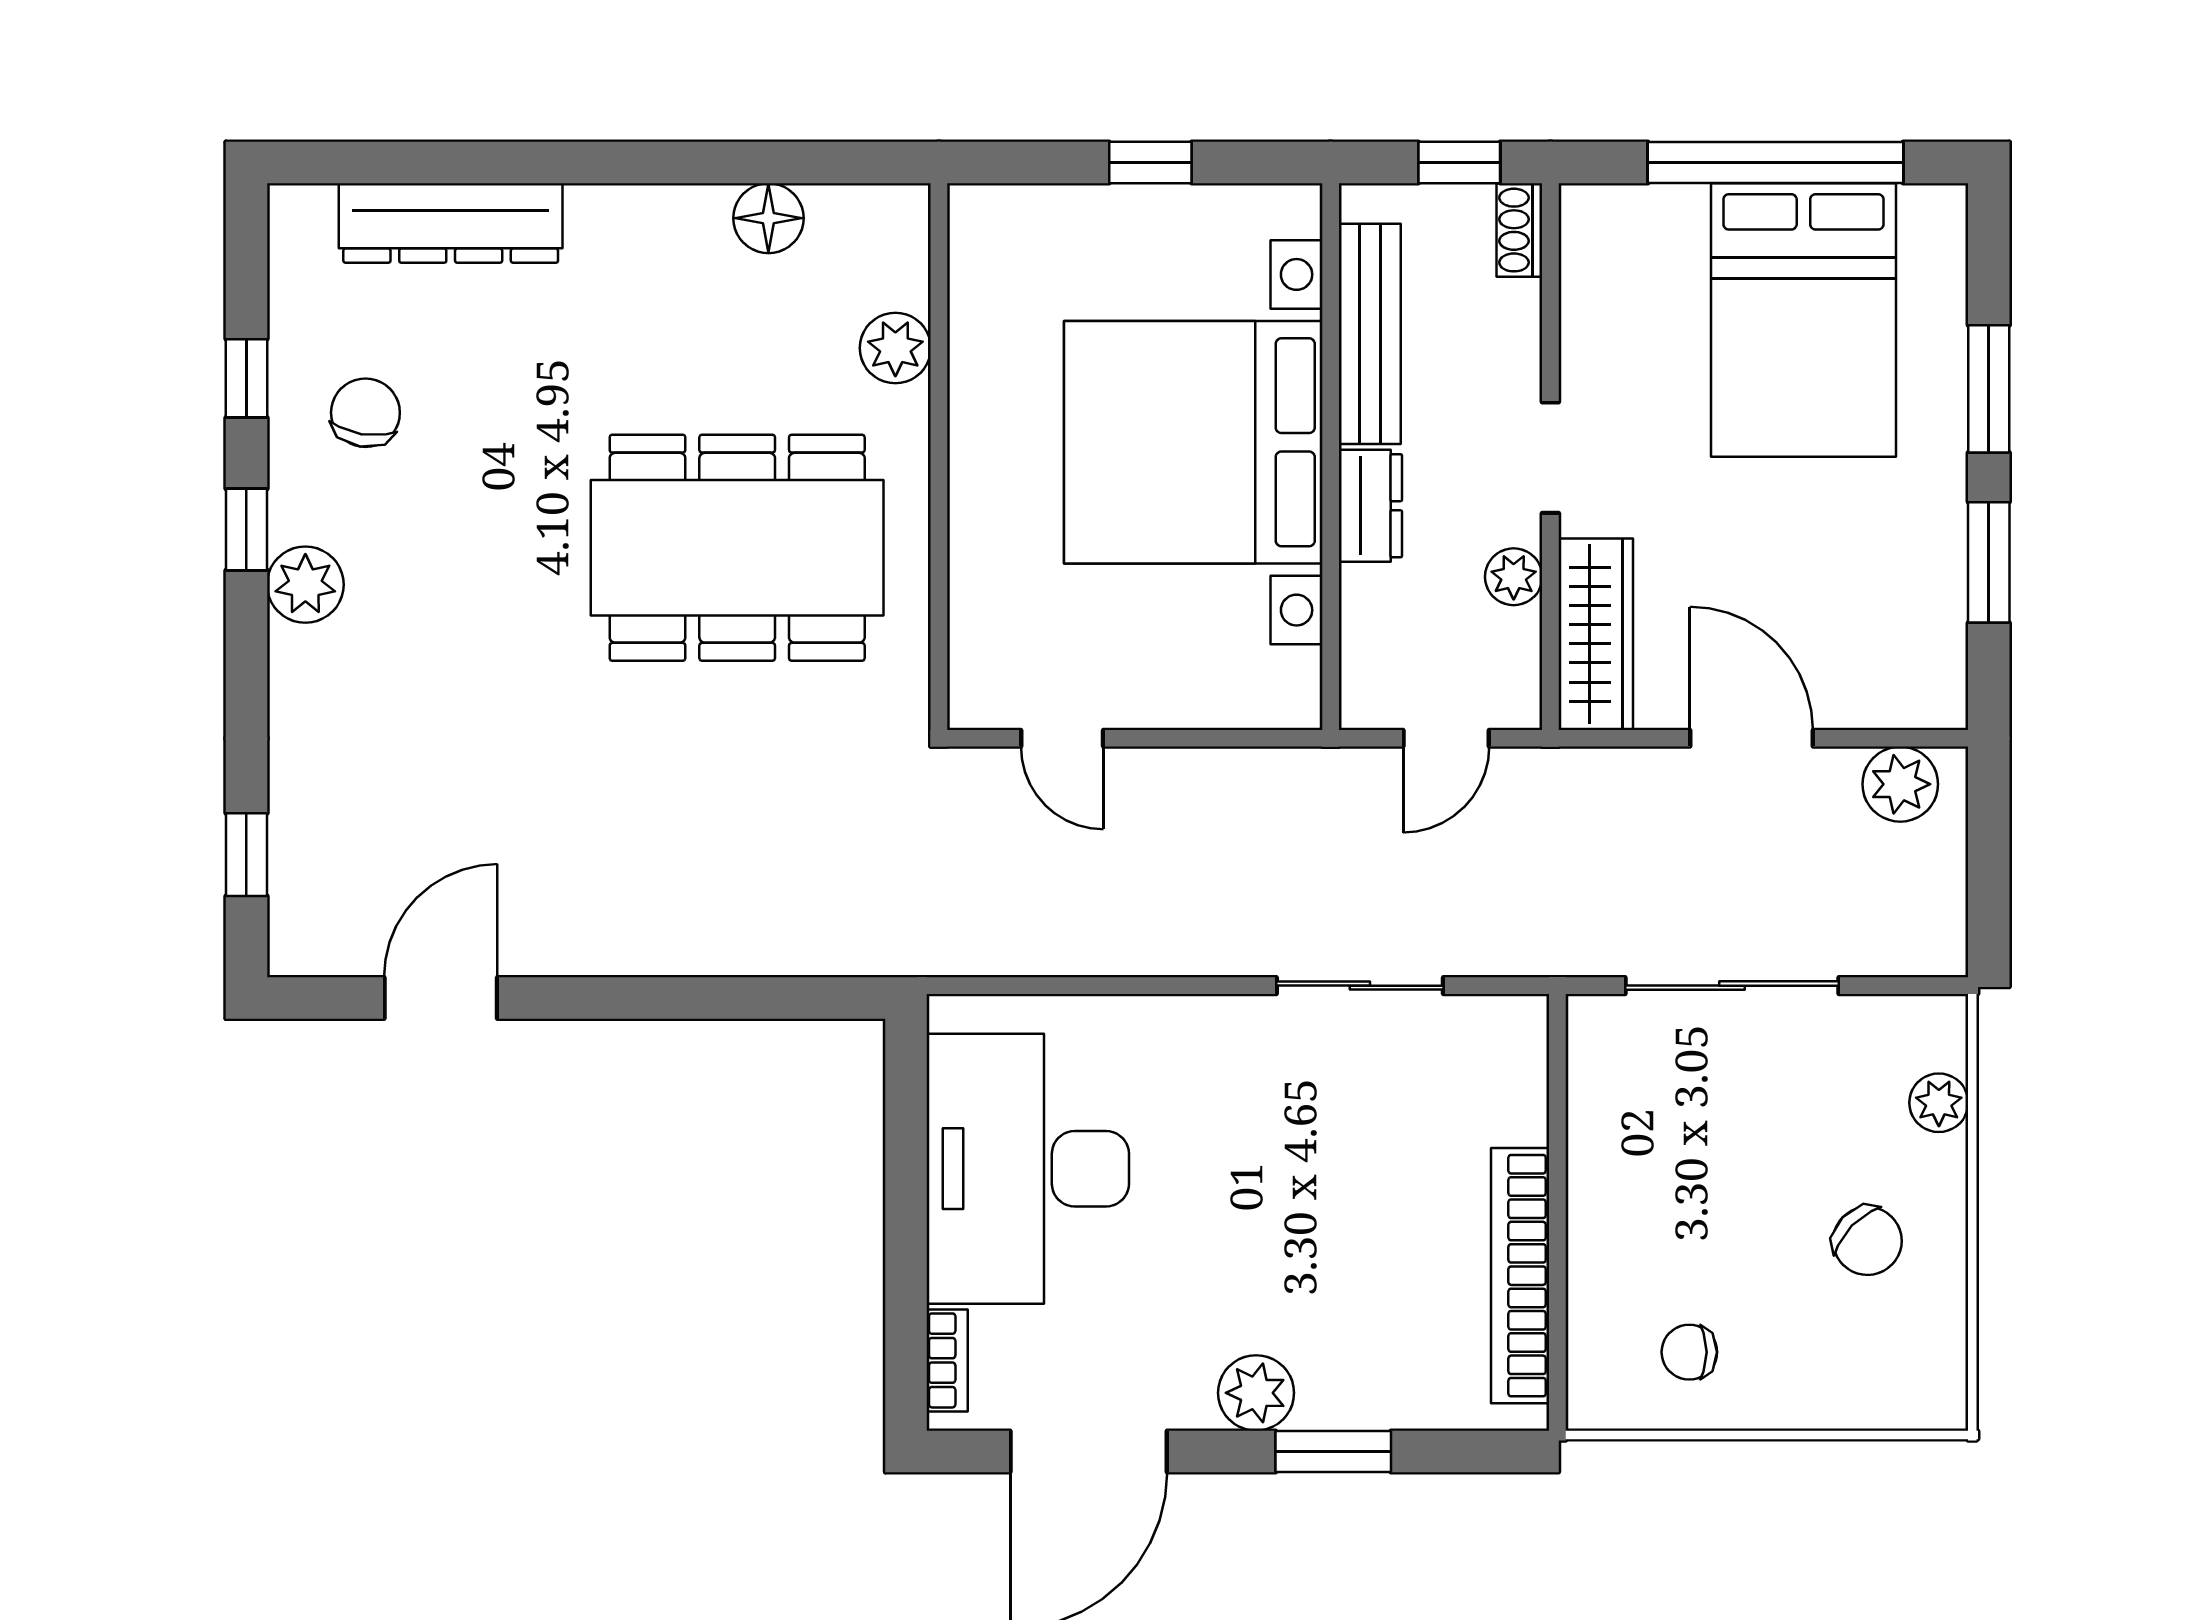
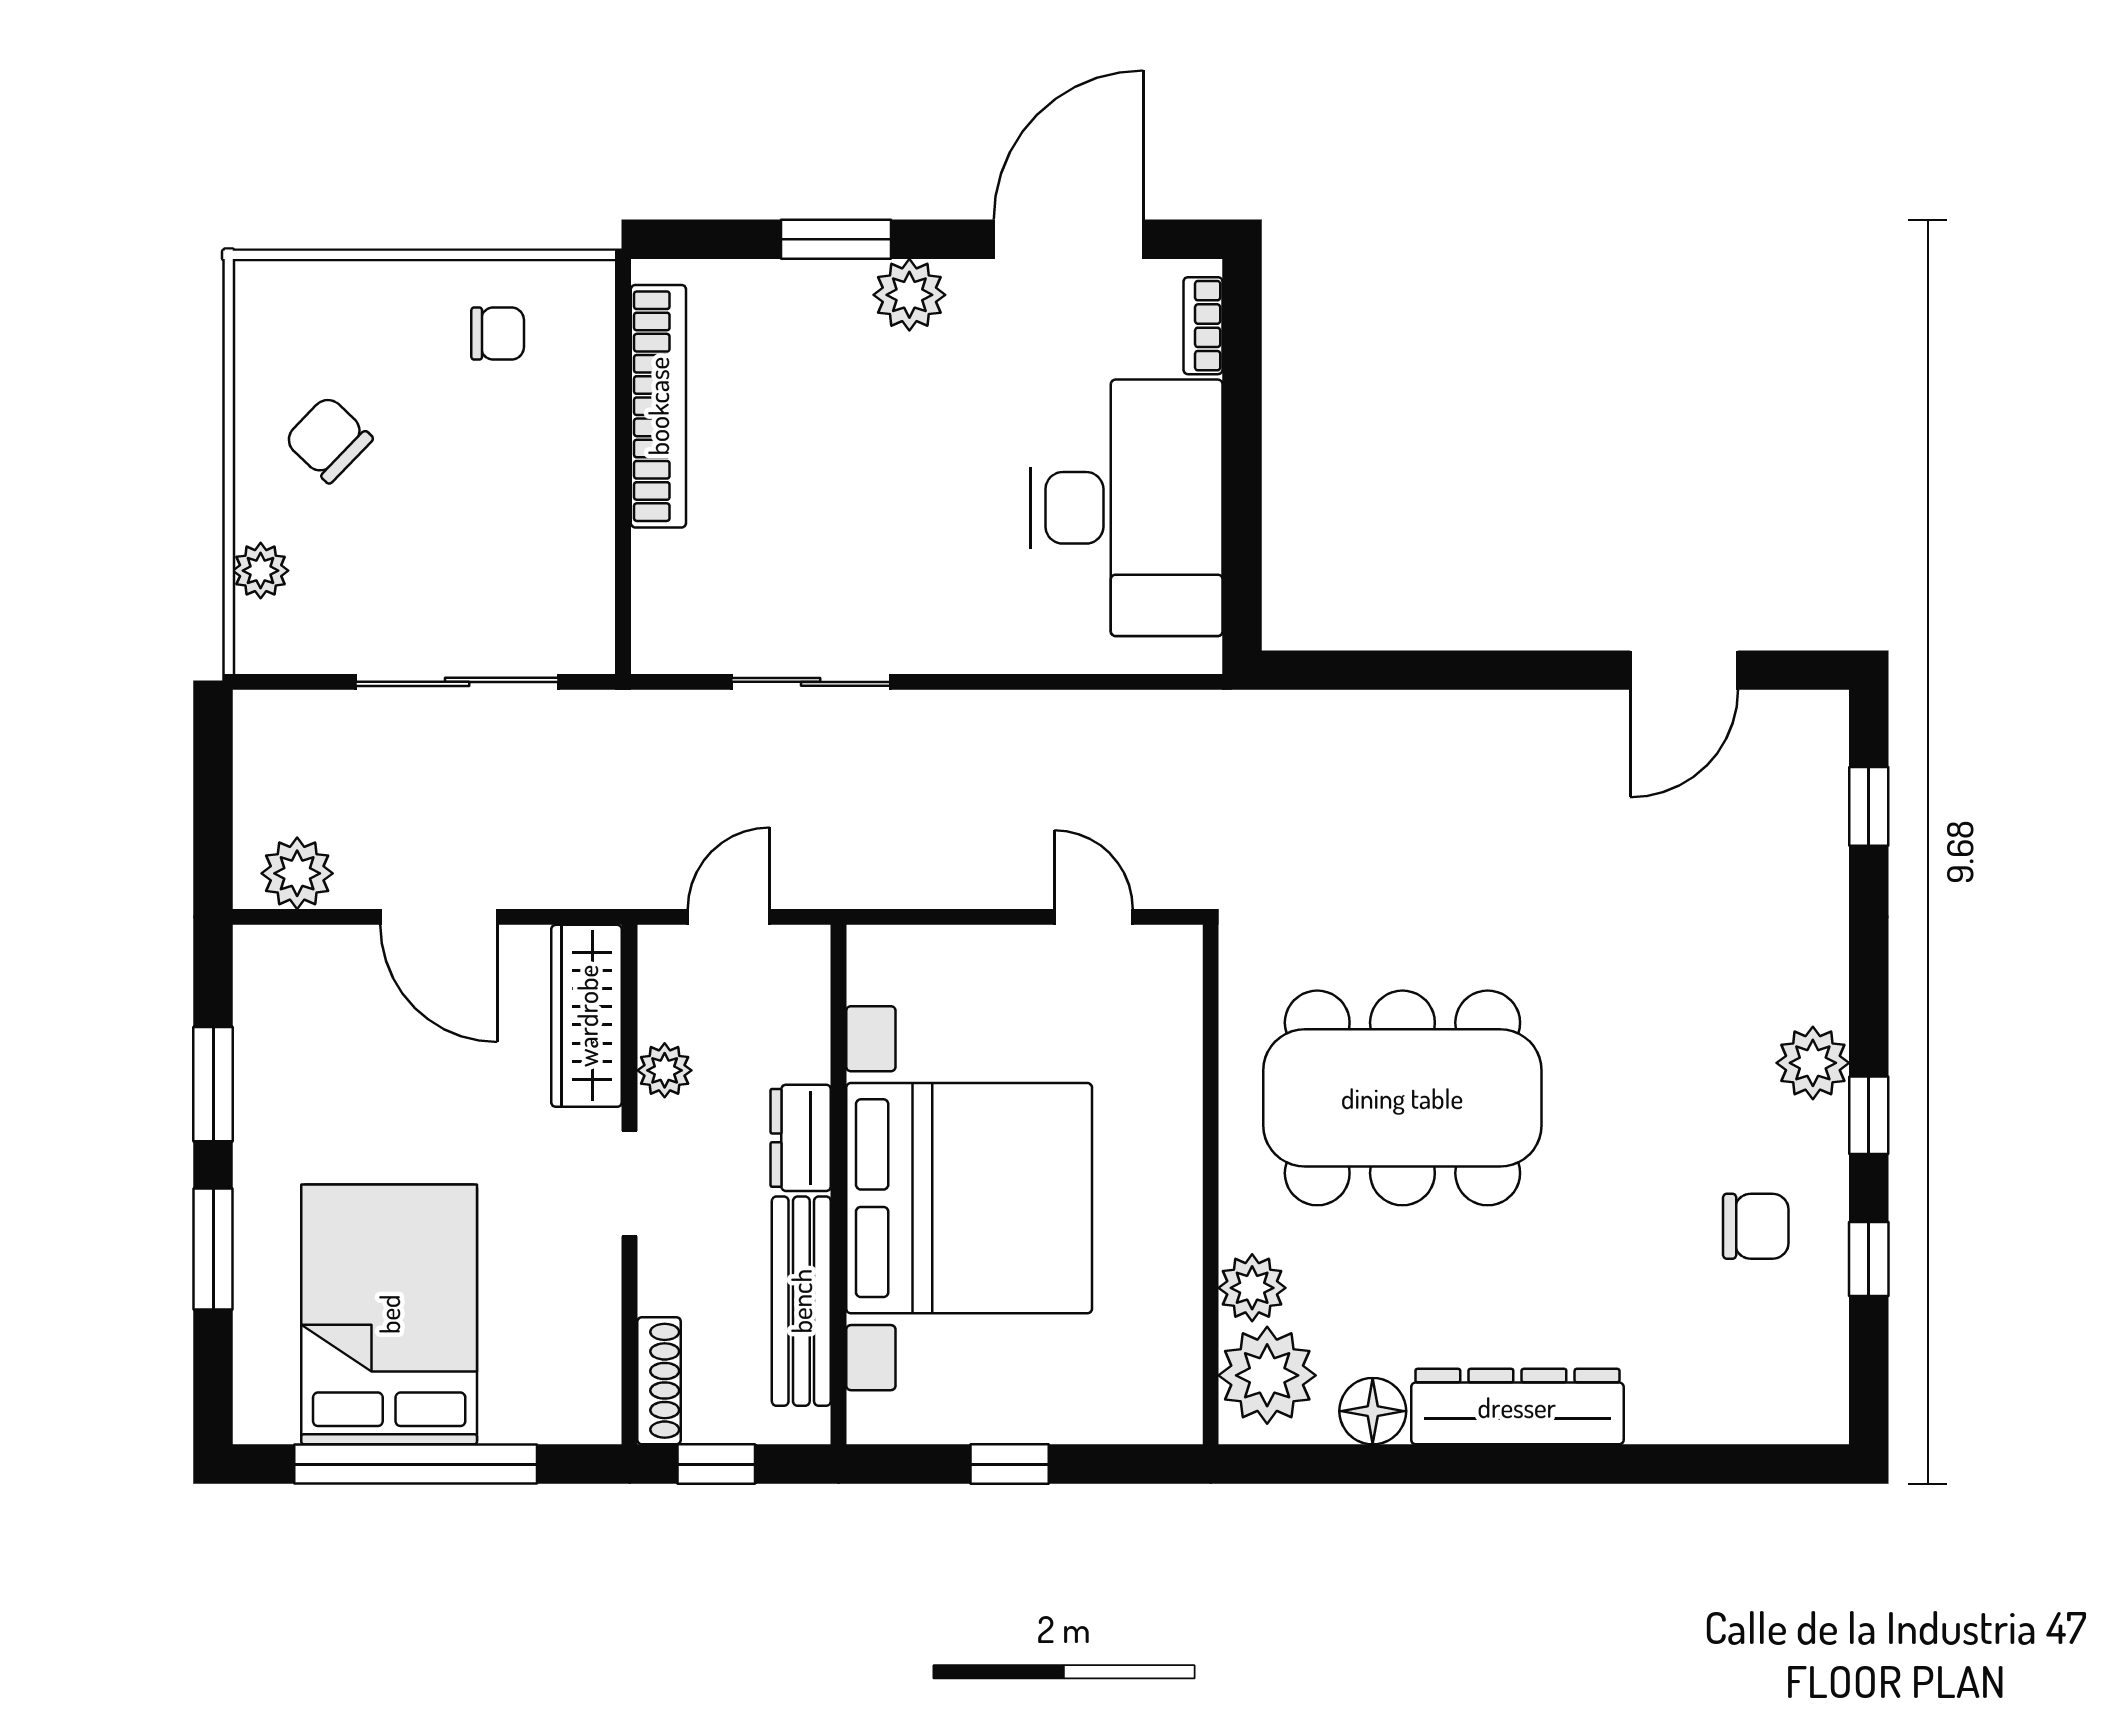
dresser: (451, 223) -> (1517, 1407), moved
shoe rack: (1519, 230) -> (659, 1381), width x1.43
plant: (880, 256) -> (1267, 1375), added
chair: (365, 413) -> (1756, 1226), turned -99

